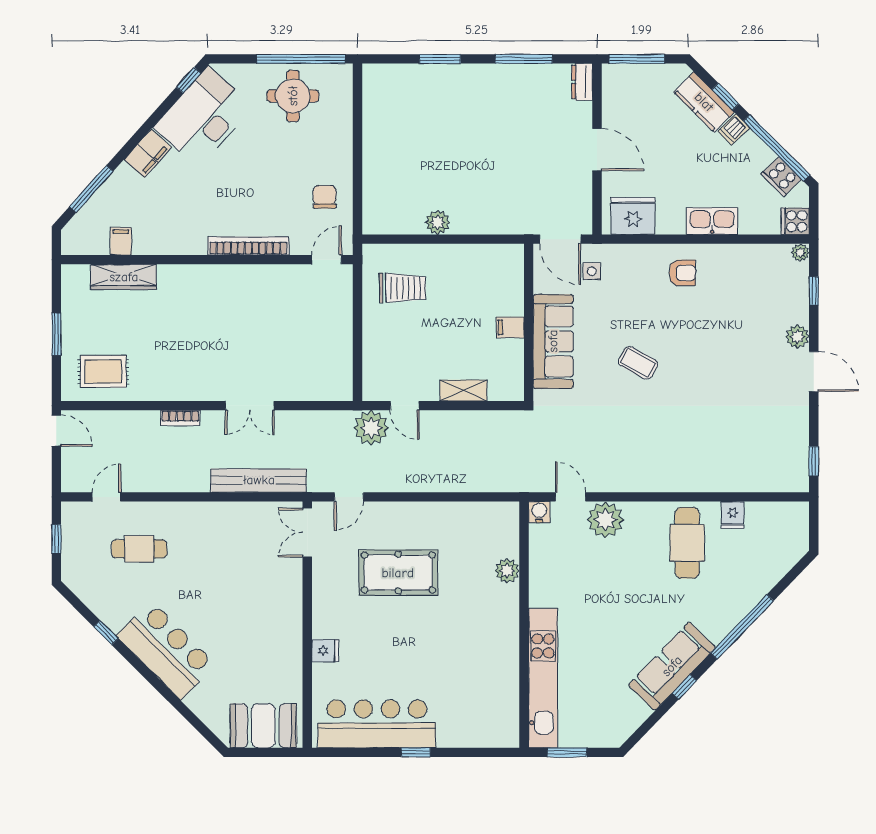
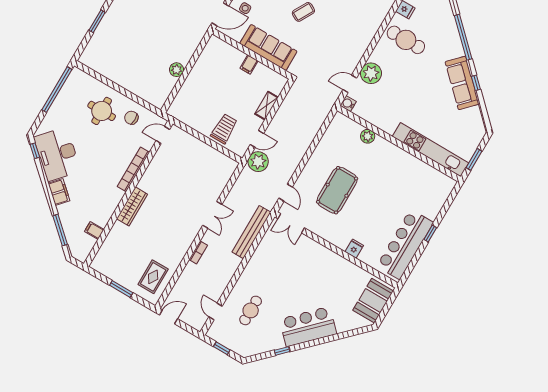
round table: (293, 96) -> (102, 111), moved
door: (327, 260) -> (163, 135), hinge flipped
wardrobe: (124, 277) -> (132, 206), moved
trolley: (402, 288) -> (224, 129), moved

